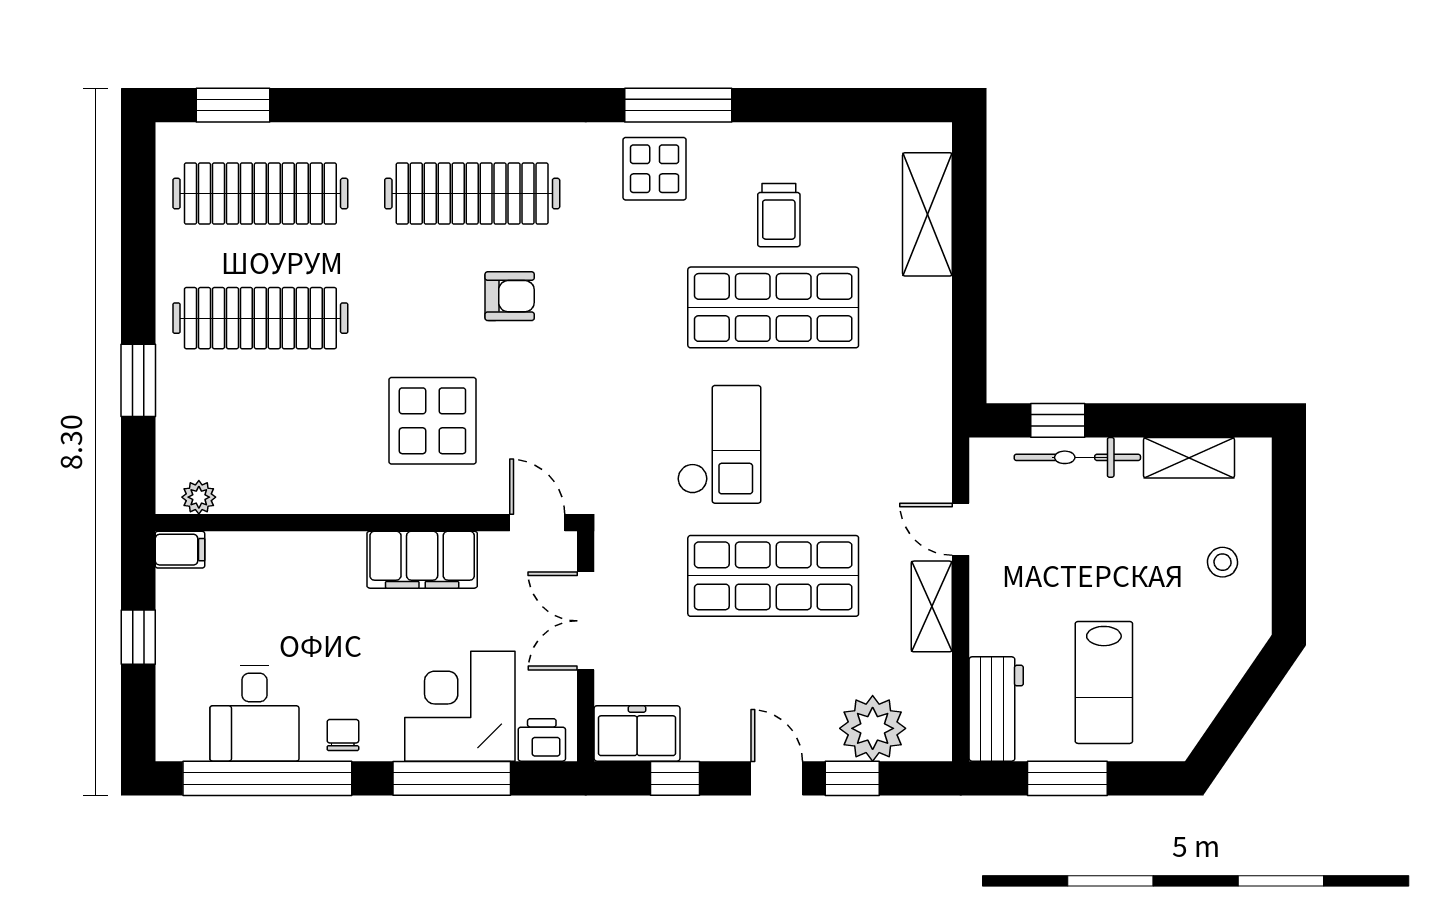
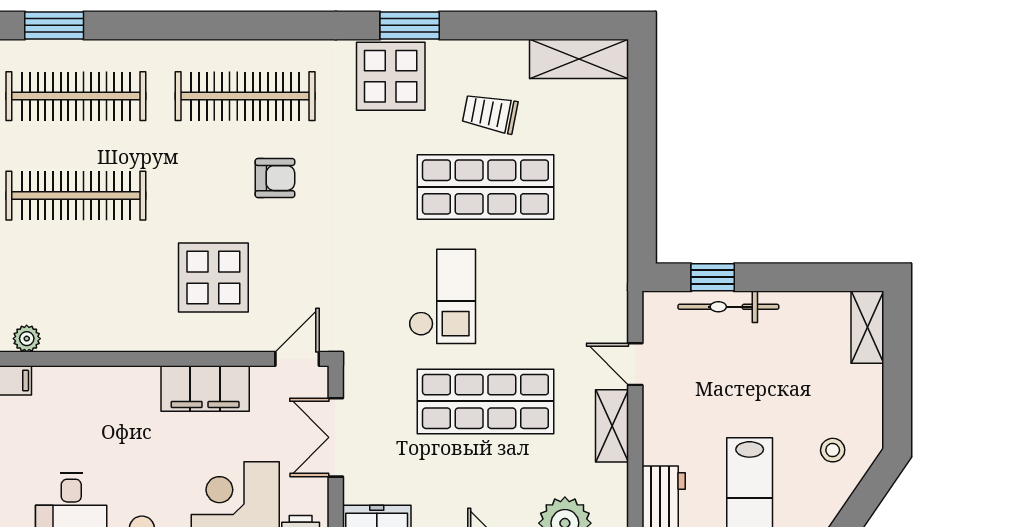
window: (678, 105) -> (410, 25), width x0.69
display table: (655, 169) -> (391, 76), width x1.36, depth x1.36
shelving: (927, 214) -> (579, 59), moved, turned 90
trolley: (779, 215) -> (490, 113), turned 101
shelving: (1189, 458) -> (867, 327), moved, turned 90
door: (537, 523) -> (297, 359), hinge flipped
stool: (1223, 562) -> (833, 450), moved

